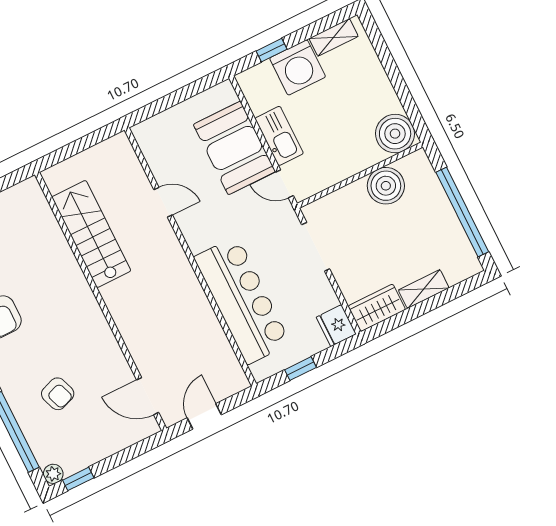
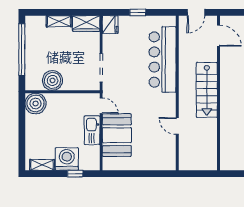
door: (163, 202) -> (177, 126), moved
stairs: (91, 234) -> (207, 90), moved
wall: (190, 257) -> (177, 93), moved
bar counter: (242, 300) -> (163, 60), moved

